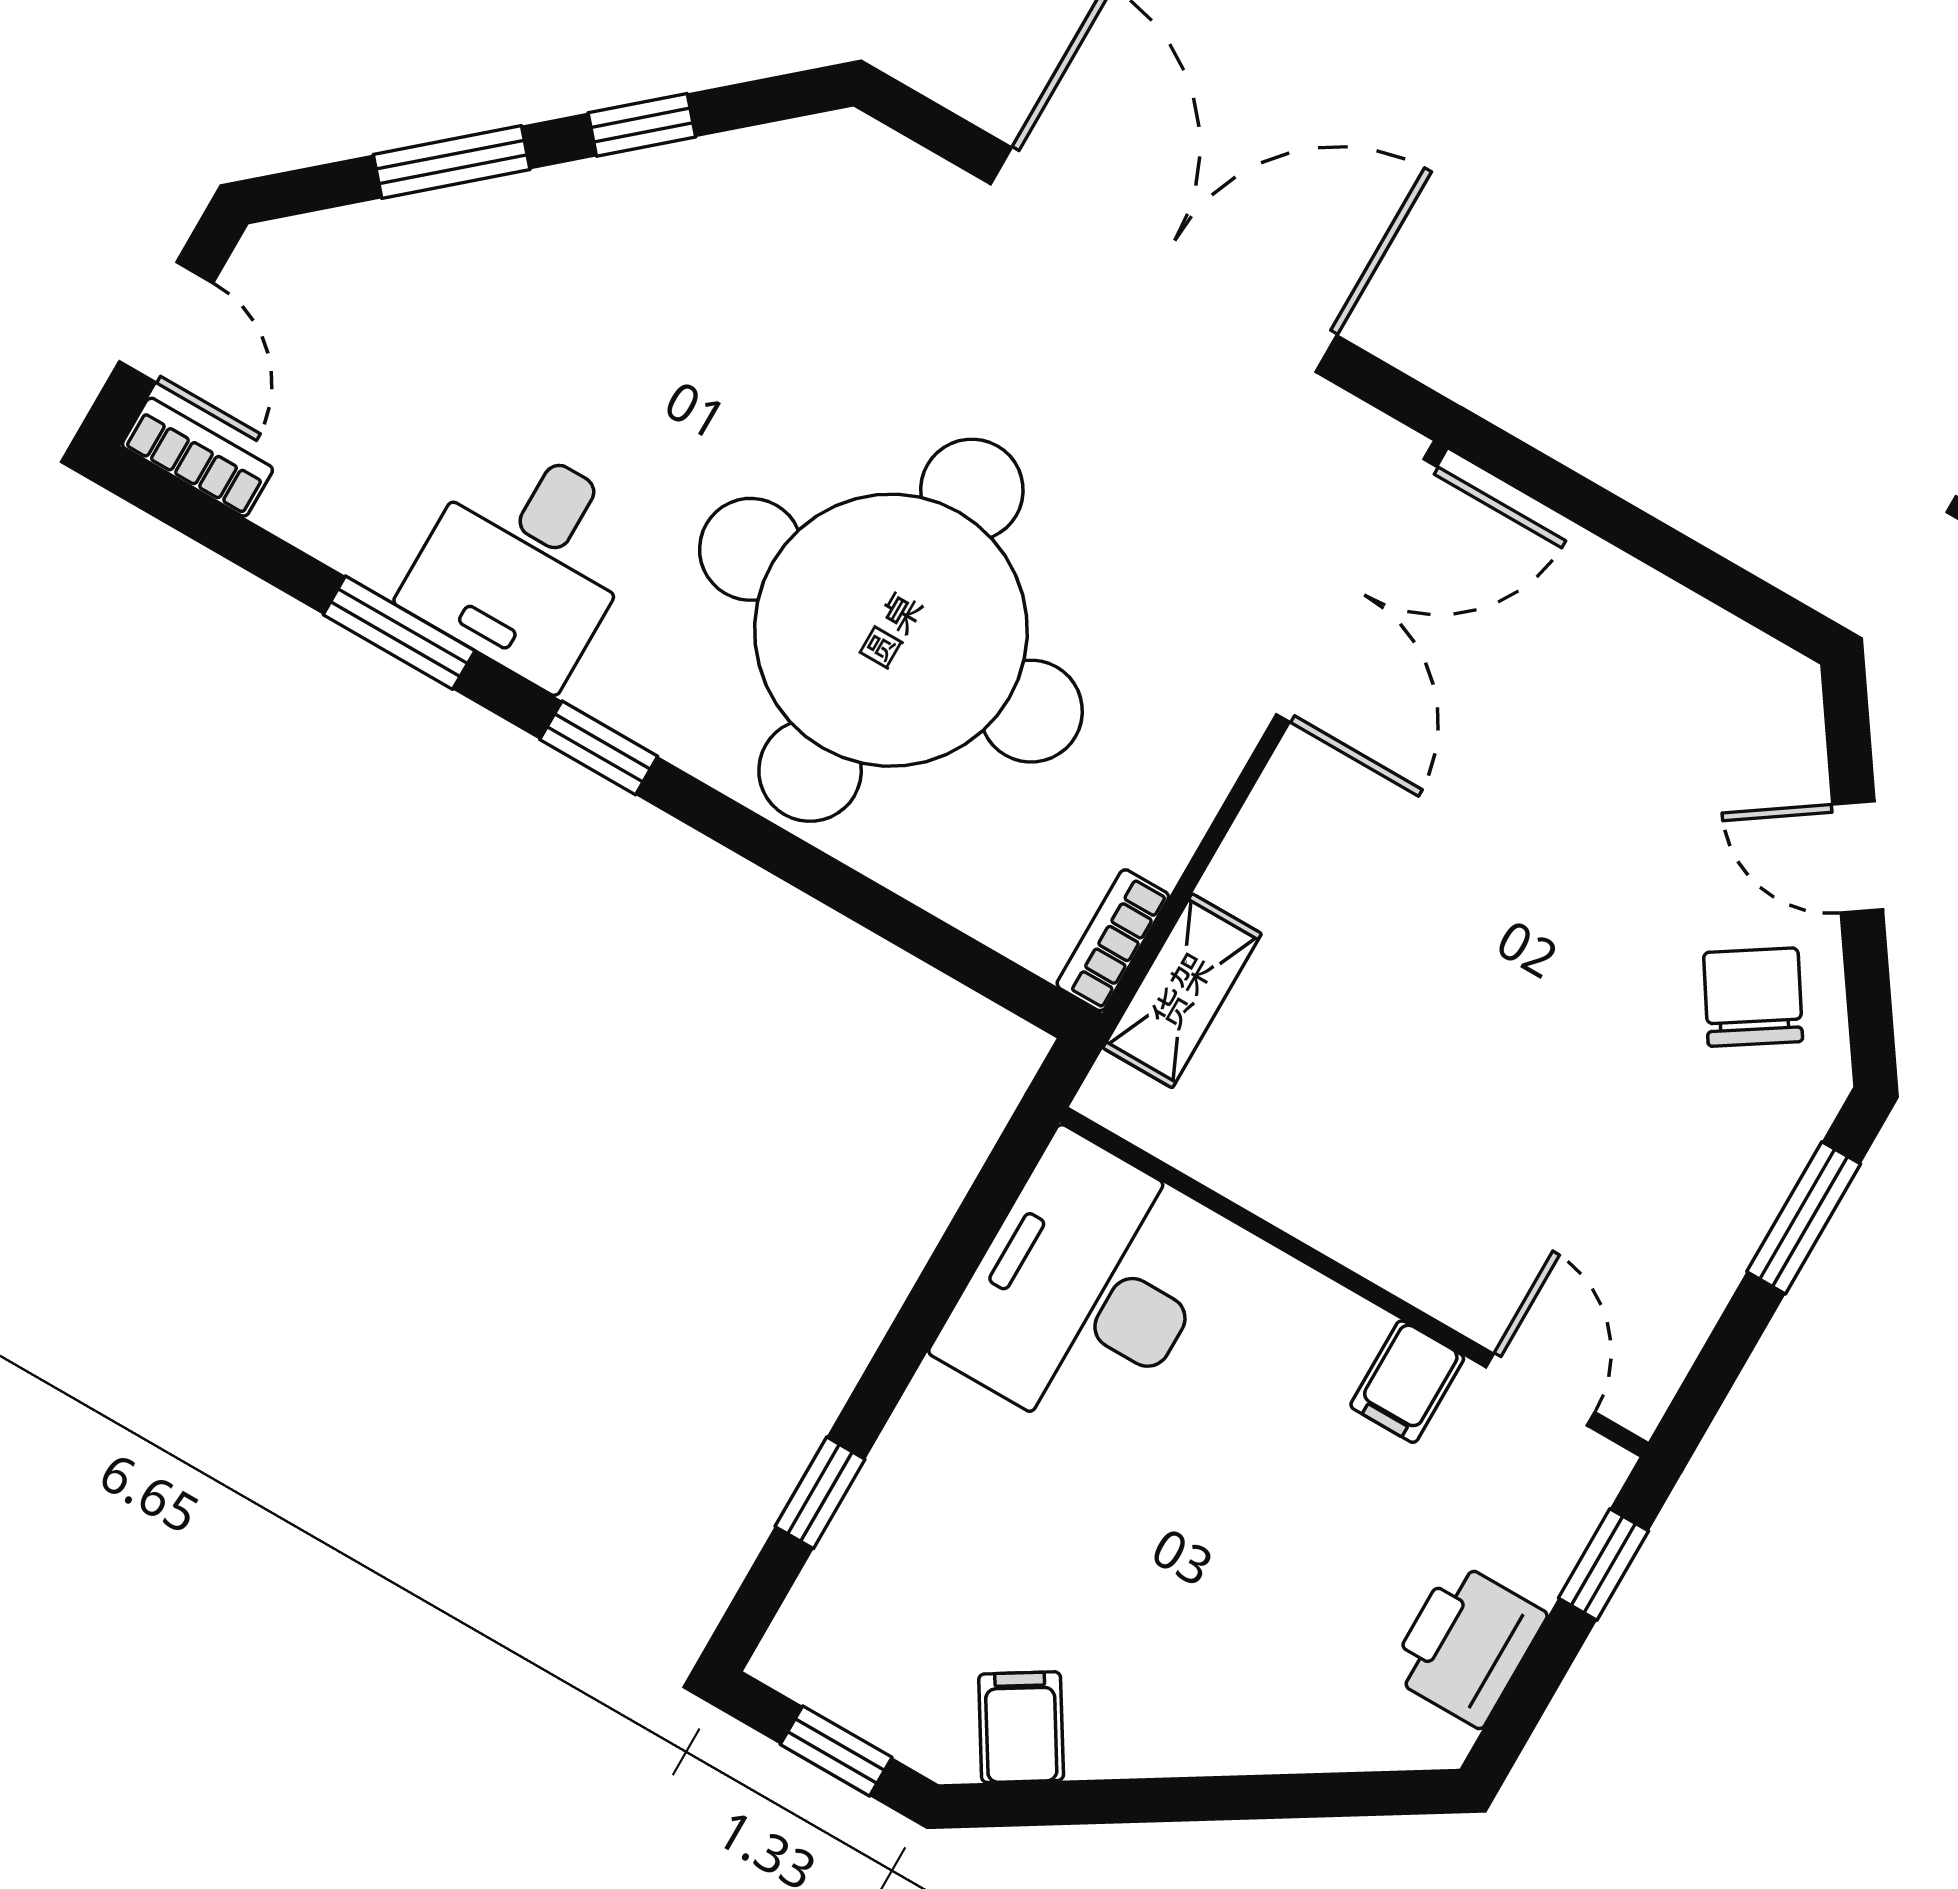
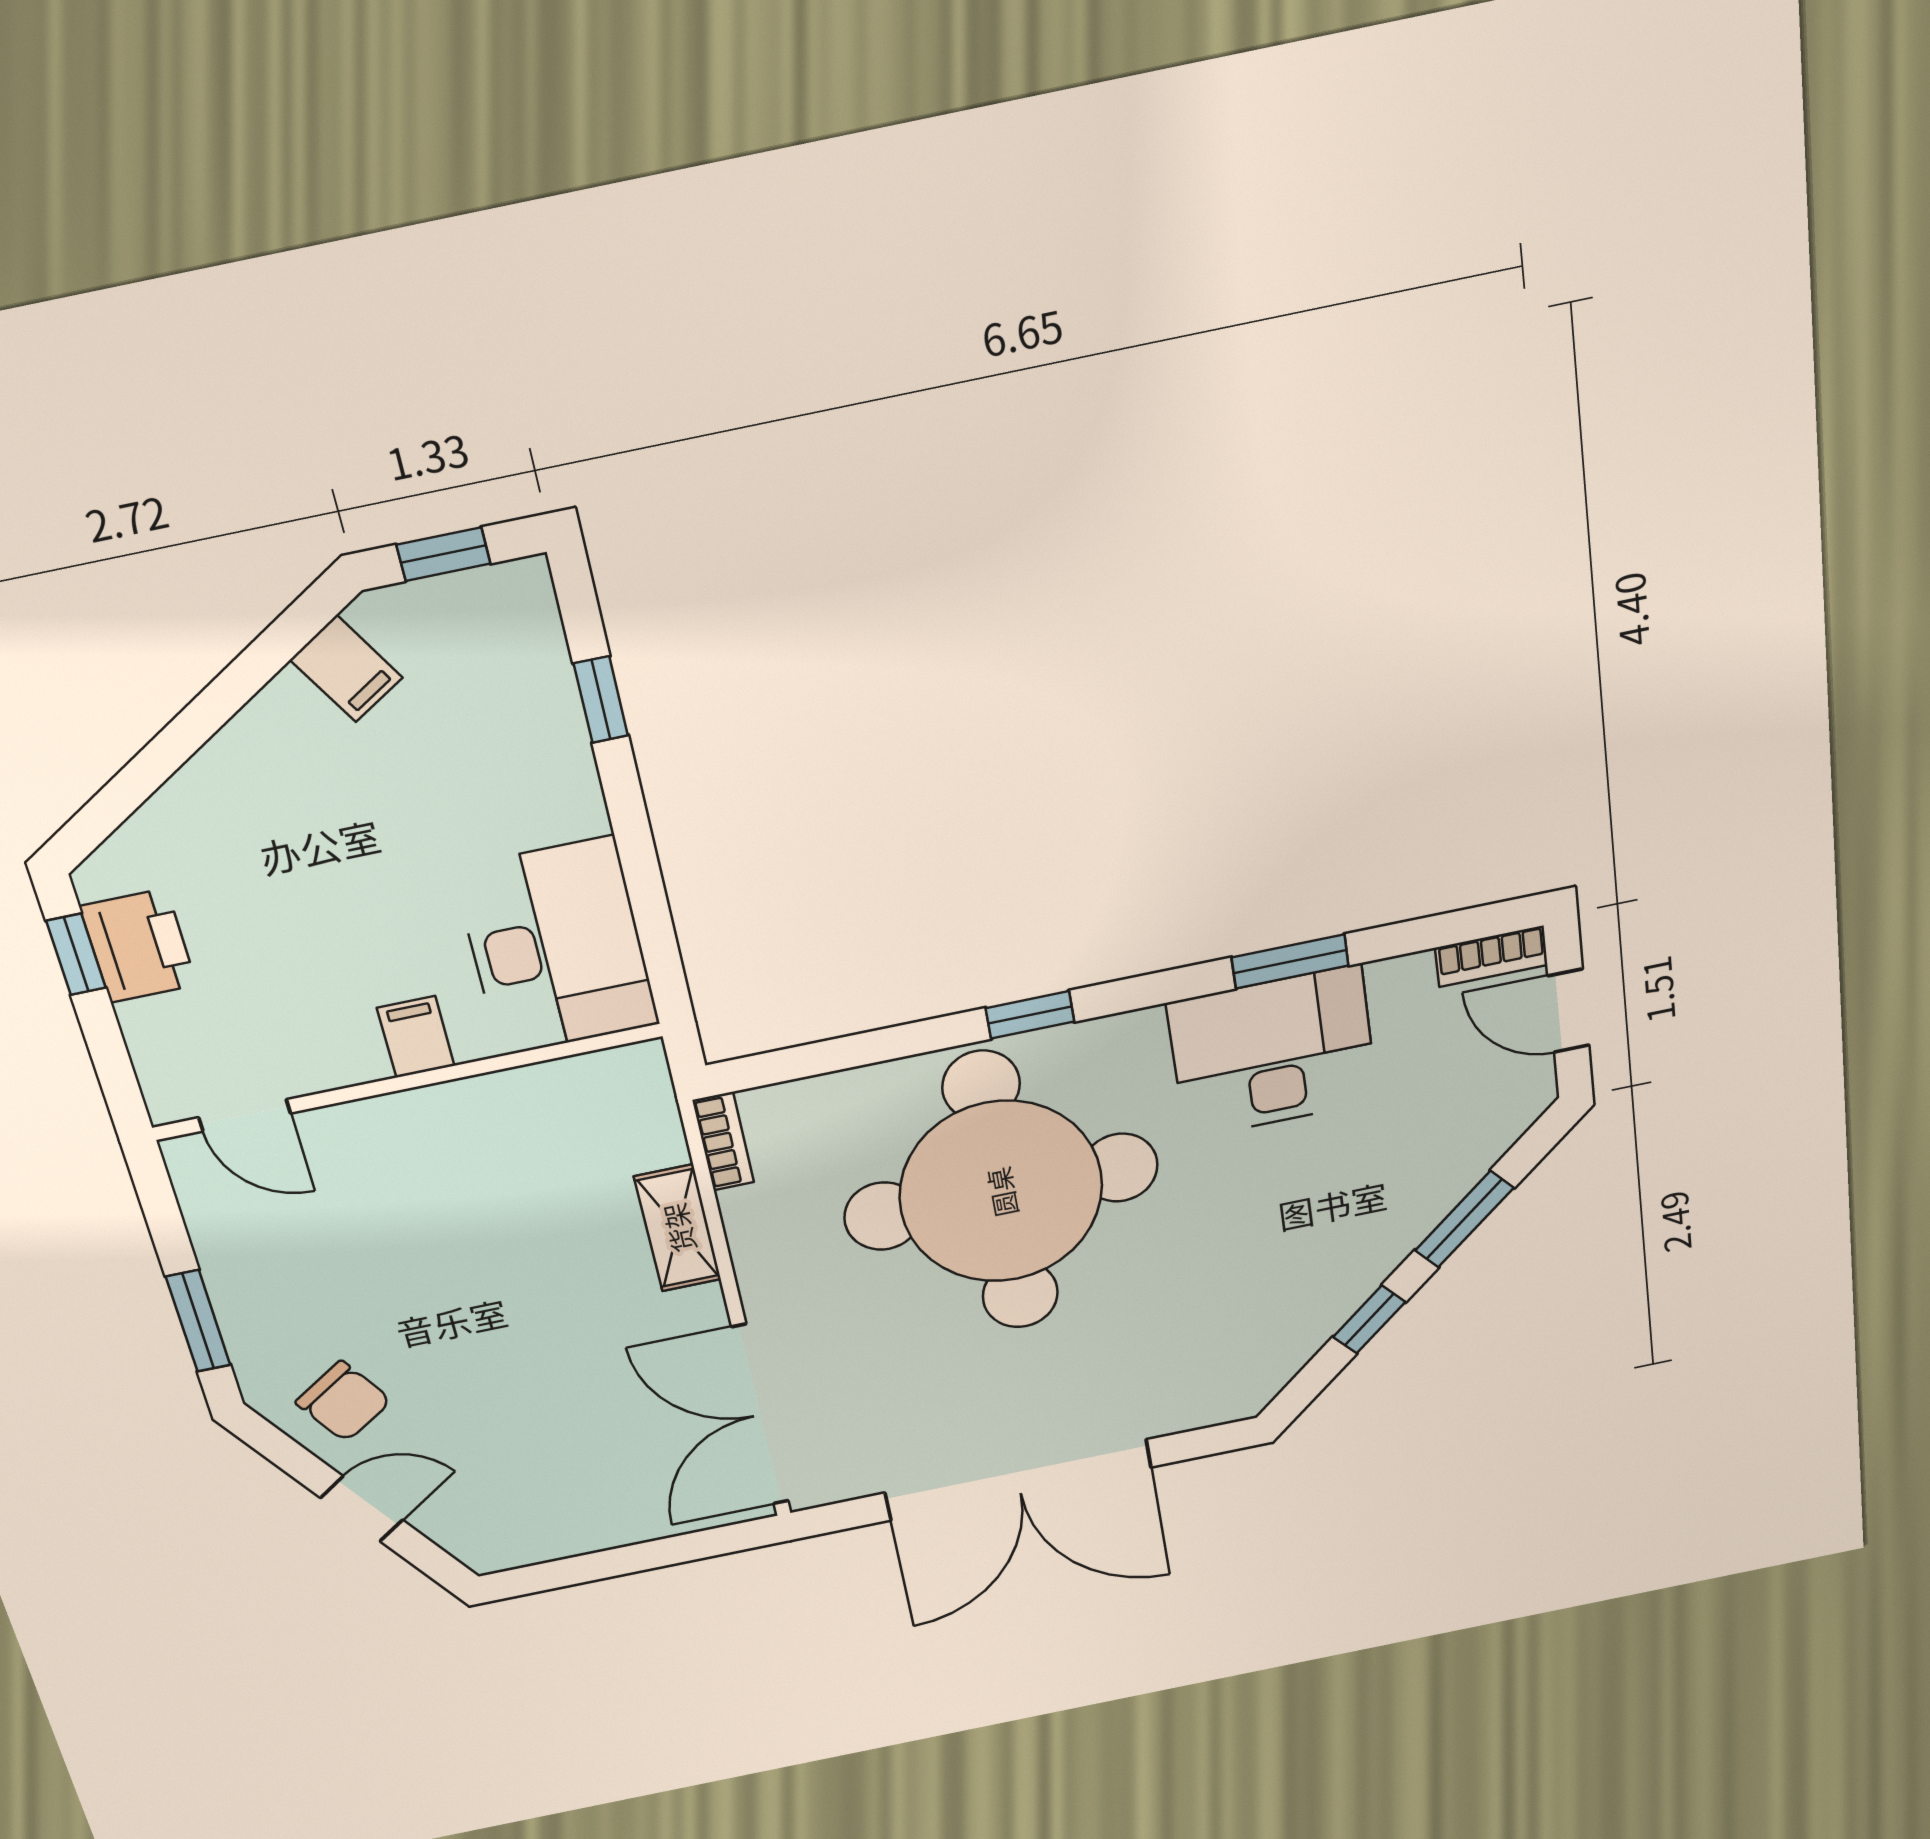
desk: (525, 562) -> (1273, 1052), width x1.37
window: (599, 748) -> (1030, 1015), moved
shelving: (1182, 991) -> (678, 1228), moved
filing cabinet: (1407, 1382) -> (416, 1037), moved
window: (1603, 1564) -> (76, 954), moved

